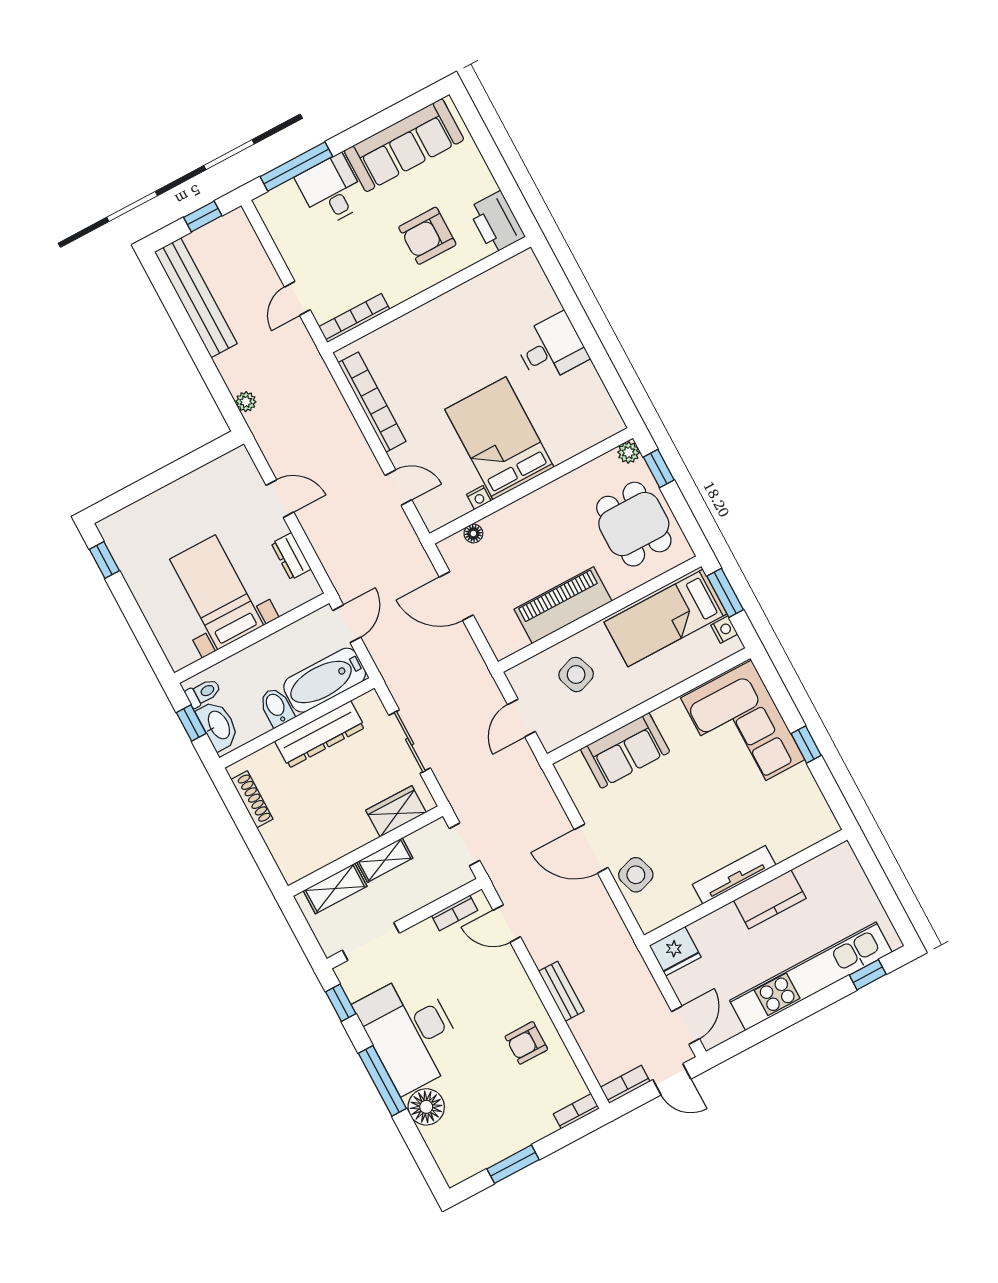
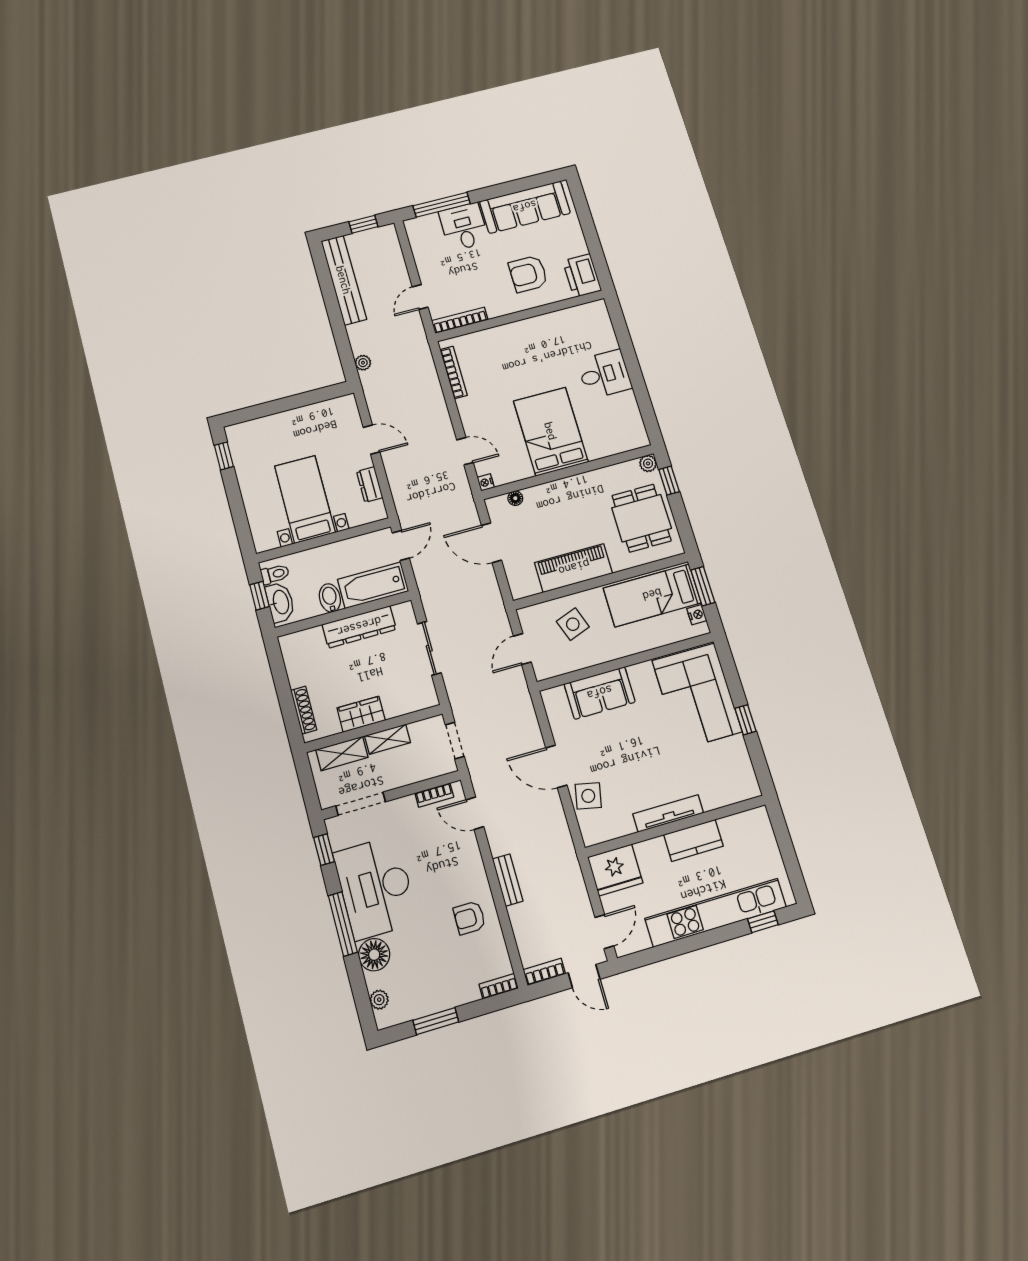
bookcase: (372, 402) -> (454, 372), width x0.68, depth x0.76
nightstand: (479, 498) -> (486, 482), moved, turned 90
shoe rack: (252, 799) -> (304, 710), moved
wardrobe: (396, 811) -> (361, 714), moved
side table: (636, 875) -> (588, 796), turned 30
fridge: (675, 951) -> (615, 870), width x1.36, depth x1.34
plant: (443, 1155) -> (379, 1000), added

